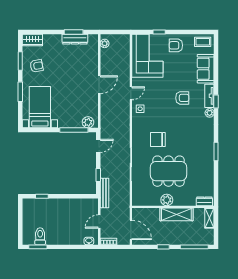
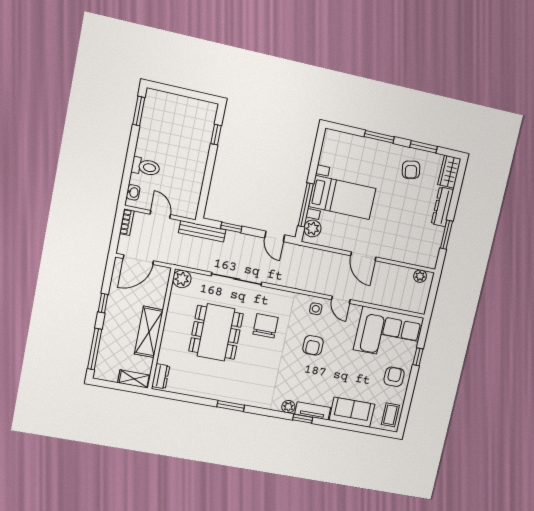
dresser: (75, 39) -> (442, 207), moved
armchair: (182, 98) -> (313, 345), moved
bed with nightstands: (40, 107) -> (342, 198), moved
plant: (167, 200) -> (182, 279), moved
toilet: (40, 236) -> (146, 167), moved

